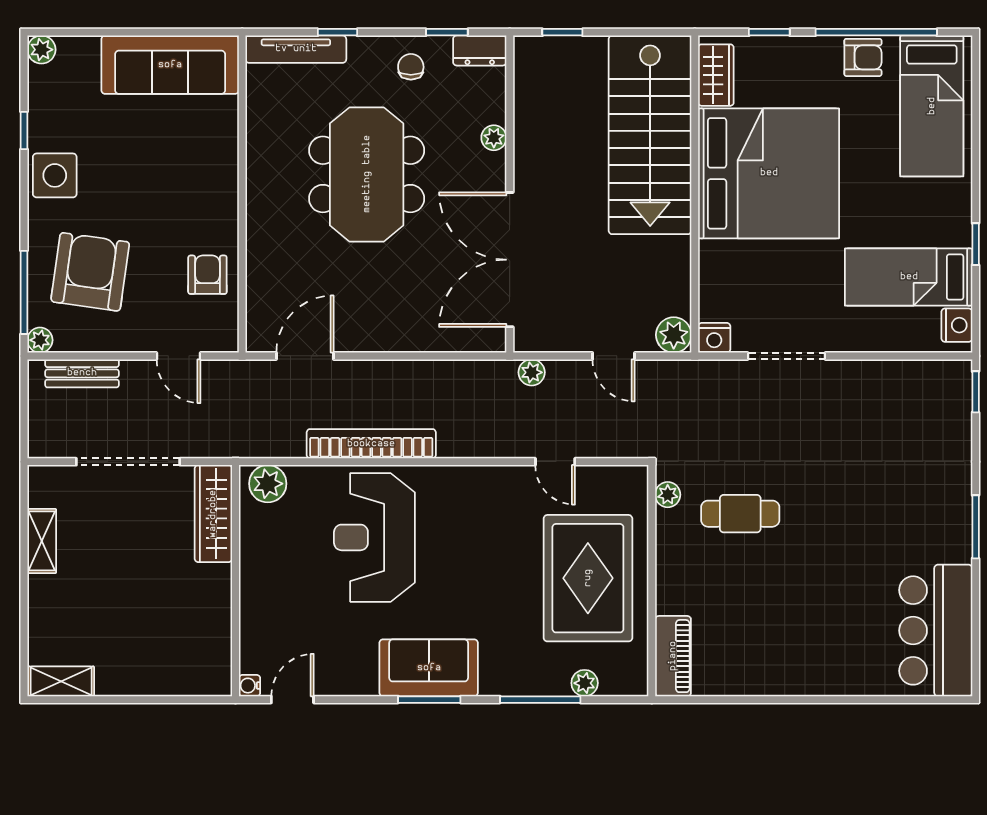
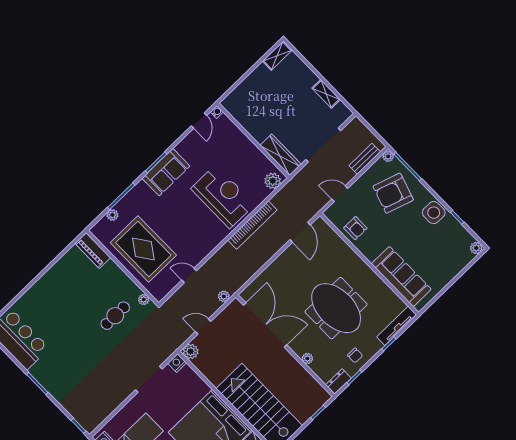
sofa: (170, 65) -> (401, 277), moved, turned 90
armchair: (90, 272) -> (393, 193), turned 100

